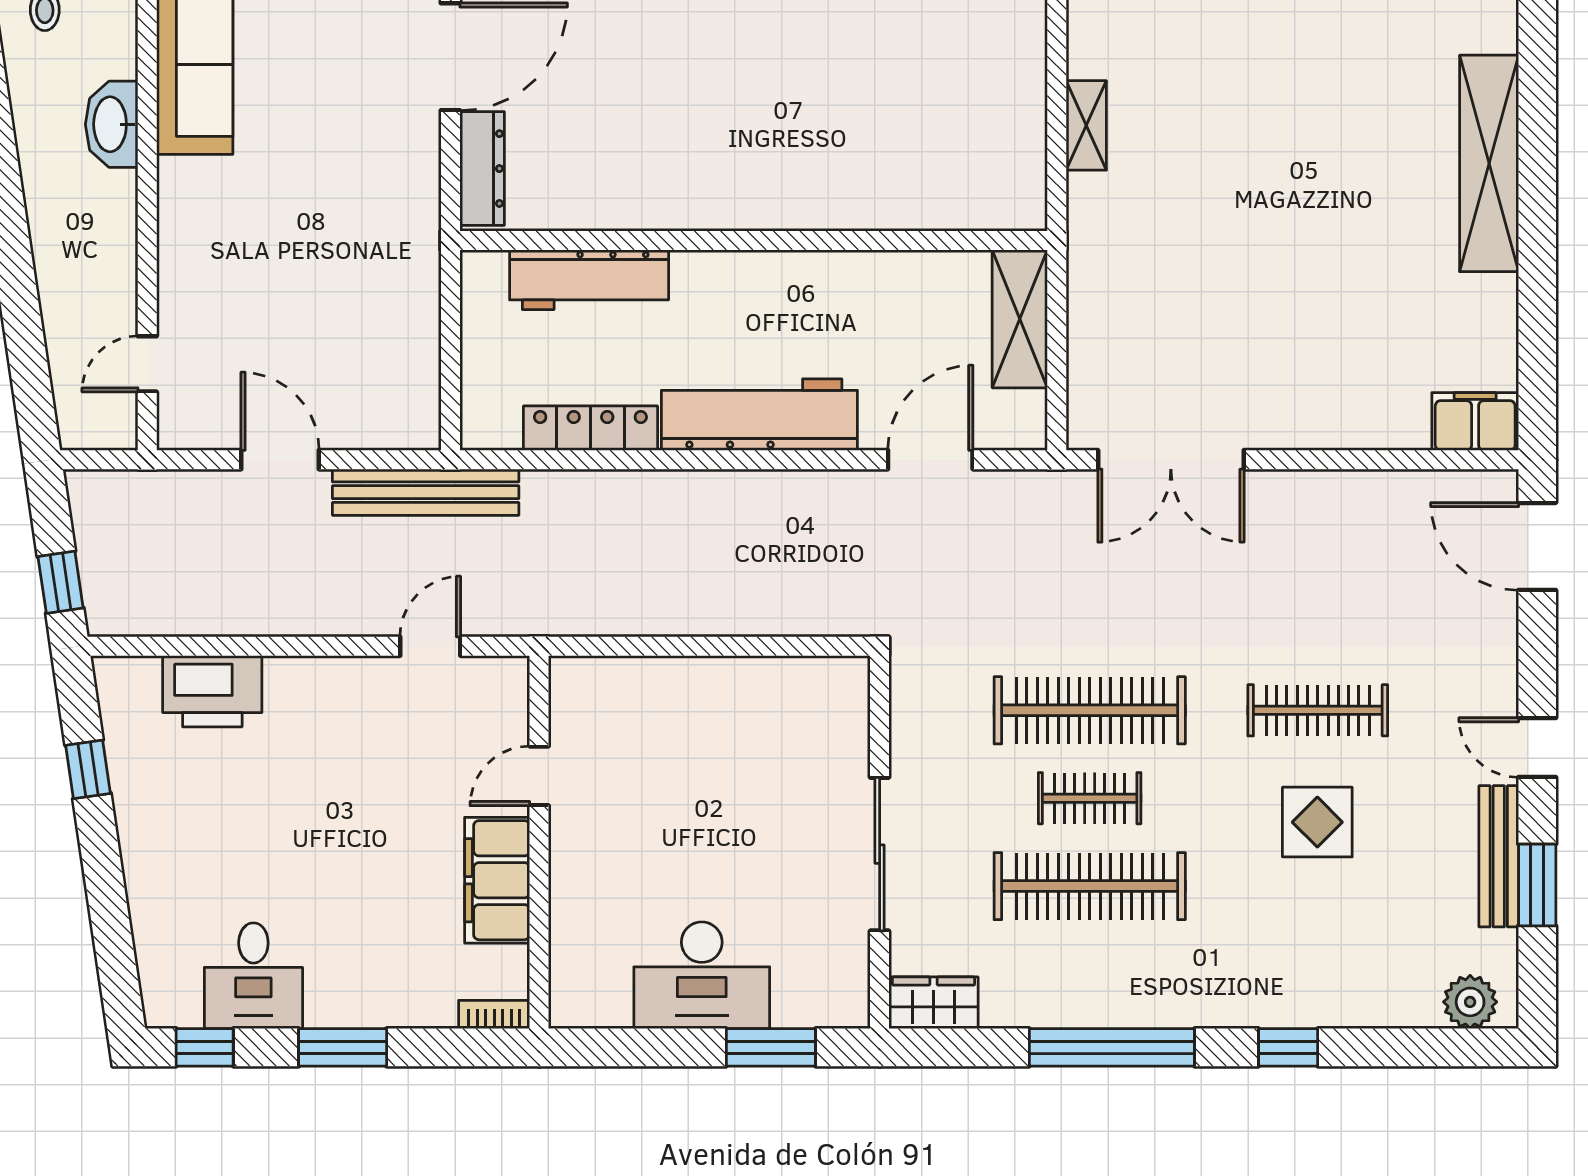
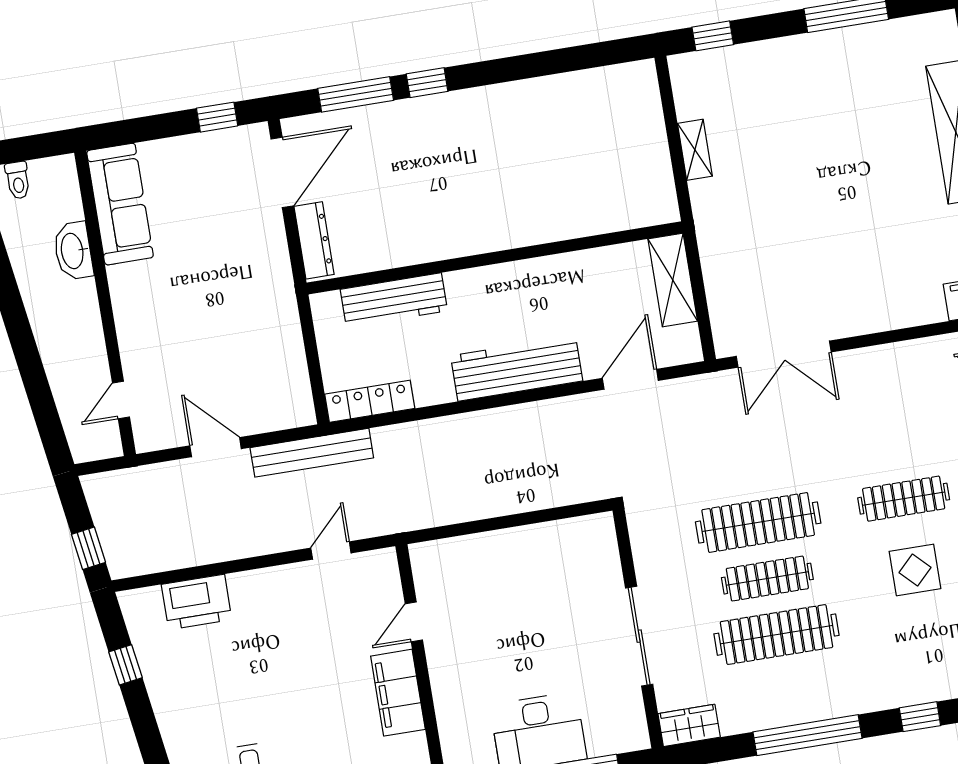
locker: (590, 428) -> (370, 401), moved
clothes rail: (1090, 798) -> (767, 579), width x1.36

